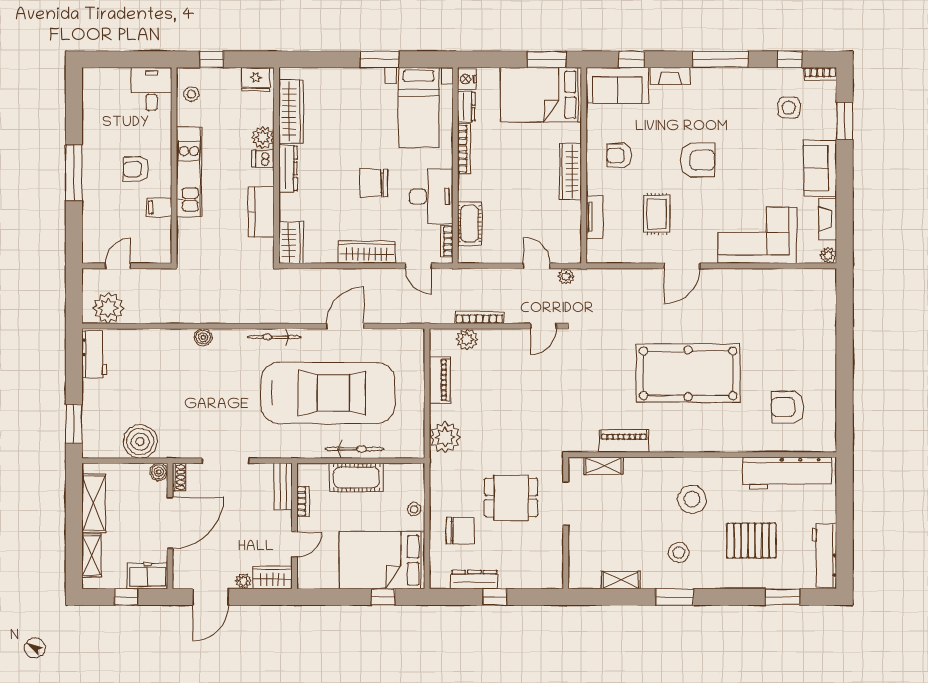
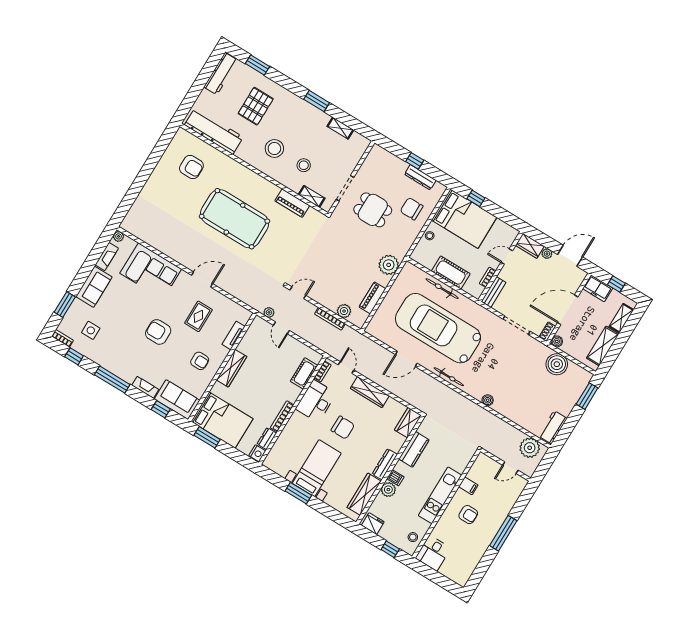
bed with nightstands: (419, 108) -> (317, 468), moved
pallet: (751, 541) -> (256, 106), turned 90
stool: (679, 552) -> (304, 165), moved

